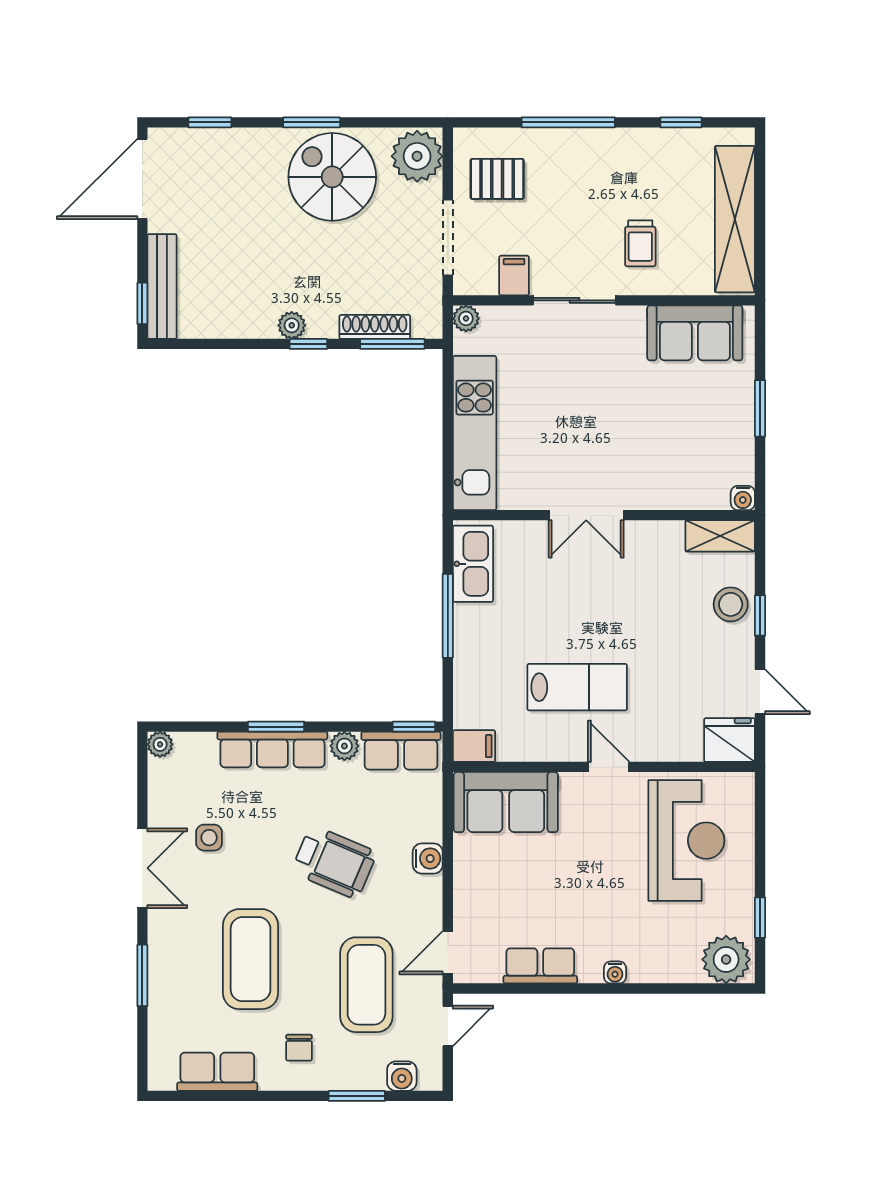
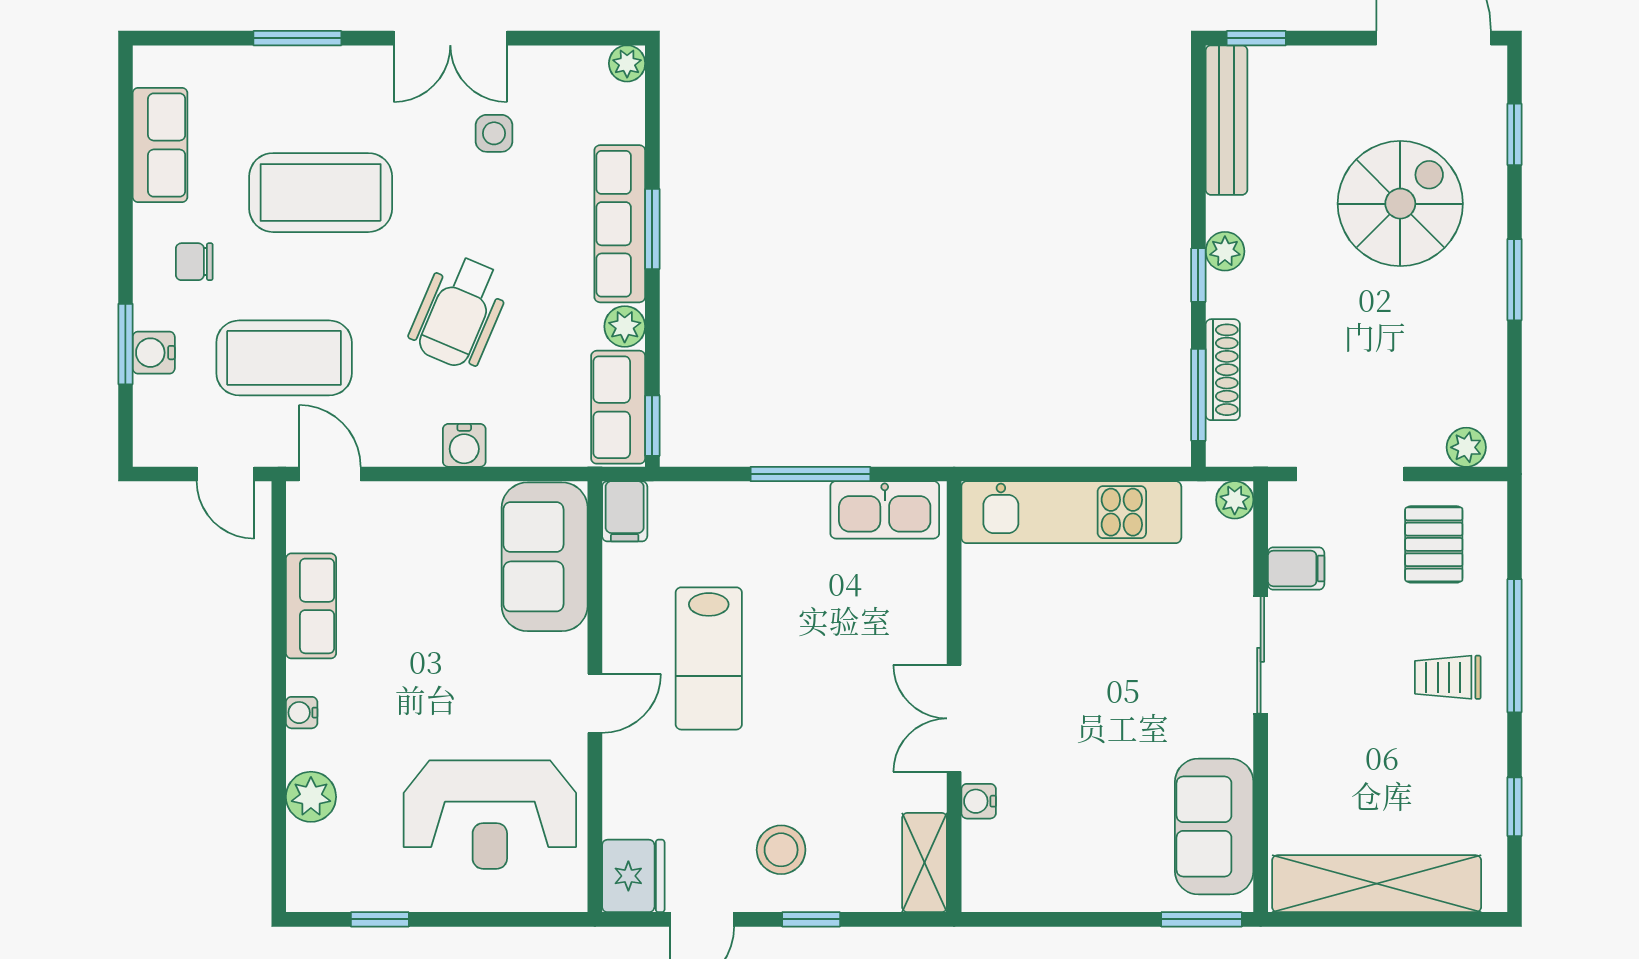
plant: (417, 156) -> (1466, 447), width x0.53, depth x0.53
spiral stairs: (332, 177) -> (1400, 204), moved
trolley: (640, 243) -> (1448, 677), moved
bench: (162, 287) -> (1226, 120), moved, turned 90
window: (760, 408) -> (1202, 919), moved
water cooler: (743, 498) -> (979, 801), moved
double door: (586, 515) -> (954, 718), moved
stool: (731, 604) -> (781, 850), moved
plant: (726, 959) -> (311, 797), moved, width x0.73, depth x0.73
water cooler: (402, 1076) -> (154, 353), moved

